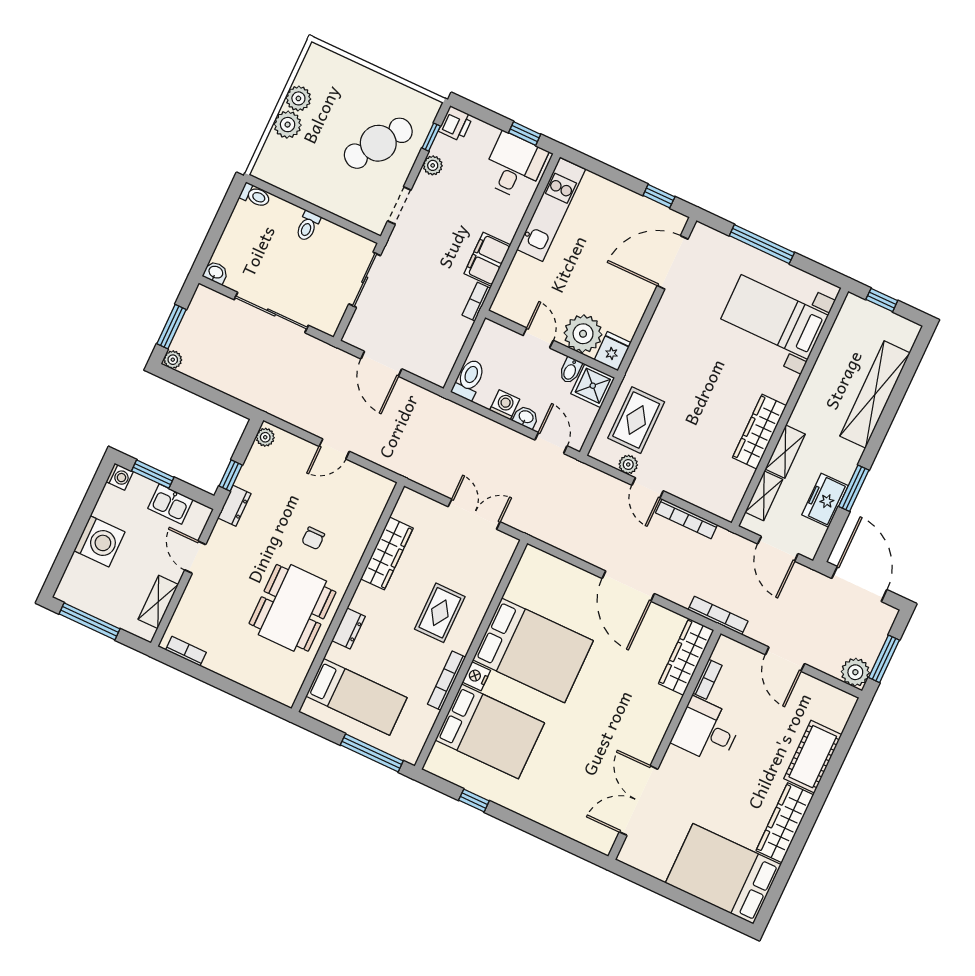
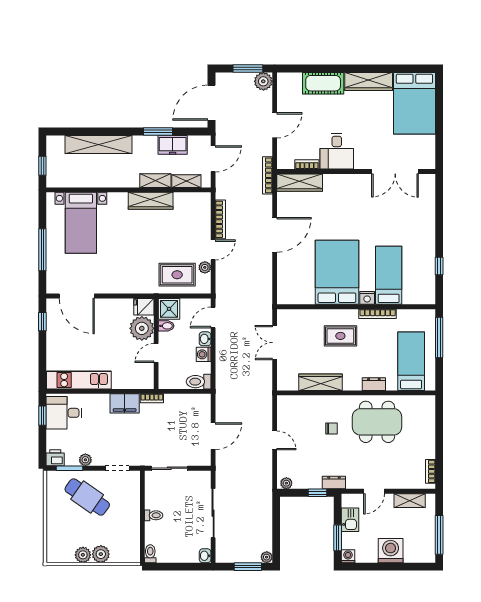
window: (431, 137) -> (70, 468), width x1.50
bed: (490, 731) -> (389, 275), width x0.67

